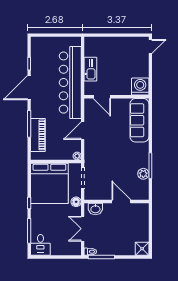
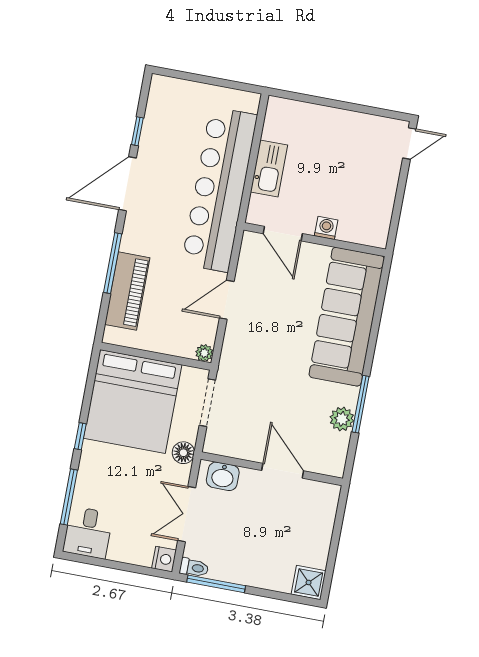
washing machine: (140, 87) -> (326, 228), moved, width x0.53, depth x0.53
sofa: (139, 120) -> (347, 317), width x1.36, depth x1.27
nightstand: (76, 250) -> (164, 559), added

